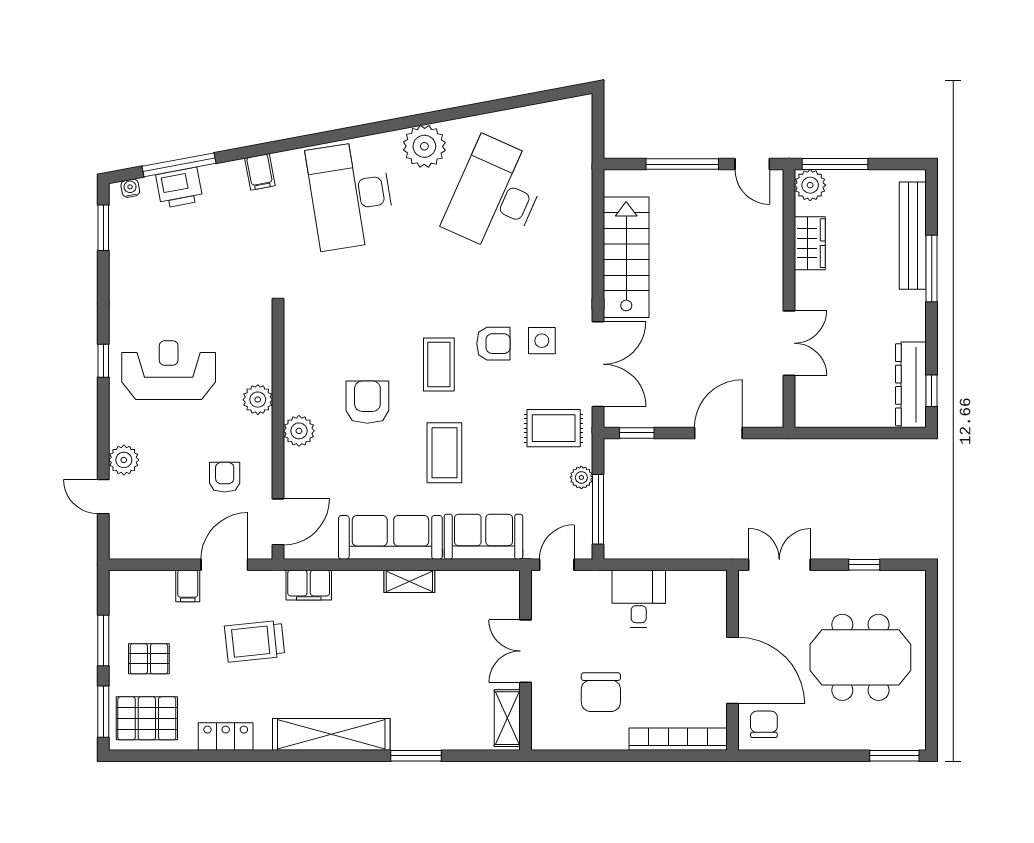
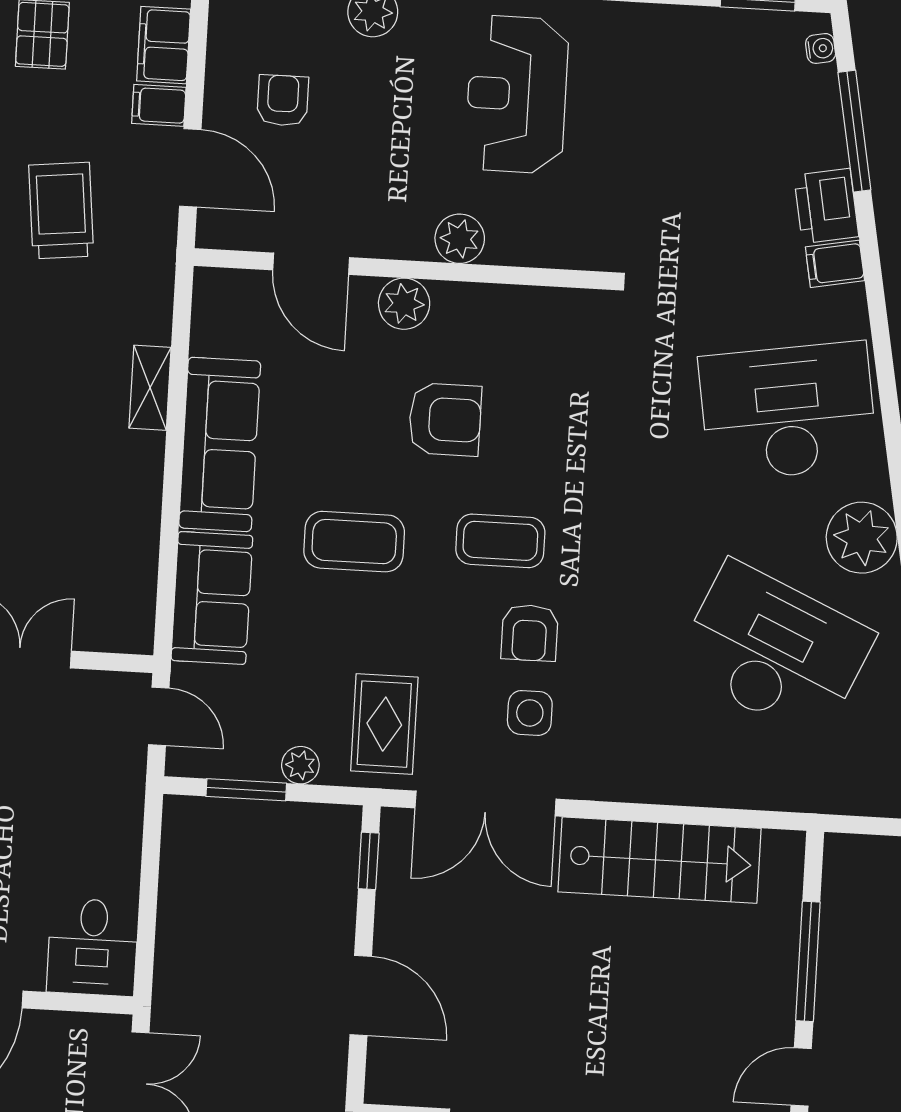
printer: (179, 188) -> (826, 206), moved
reception desk: (169, 370) -> (517, 94), turned 180
armchair: (225, 477) -> (283, 100), moved, turned -90
window: (598, 509) -> (246, 790), width x0.69
door: (278, 522) -> (311, 264), moved
shelving: (409, 581) -> (150, 388), moved
filing cabinet: (309, 585) -> (164, 45), moved
desk: (639, 599) -> (93, 947), moved, turned 90

